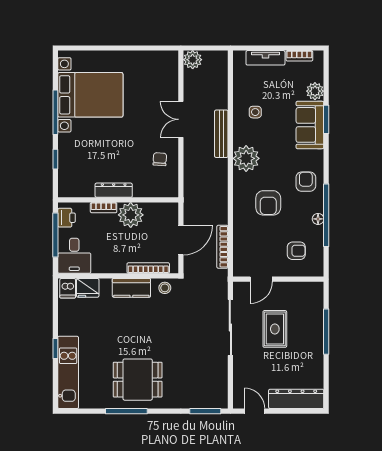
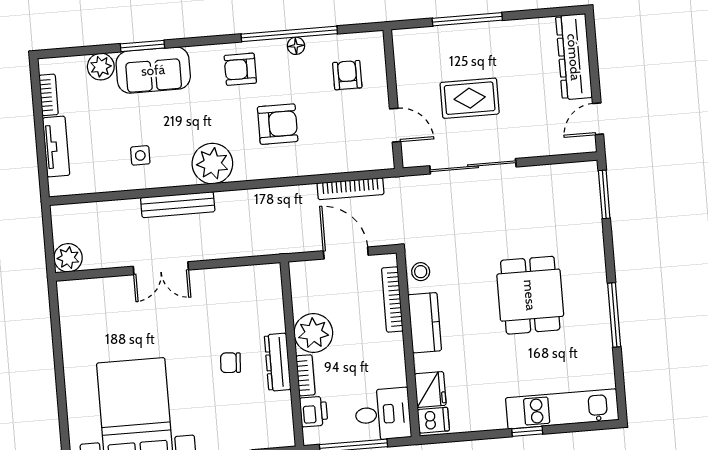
chair: (160, 159) -> (230, 363), moved
printer: (66, 218) -> (314, 412), moved, turned 90
dining table: (138, 380) -> (530, 295), moved

